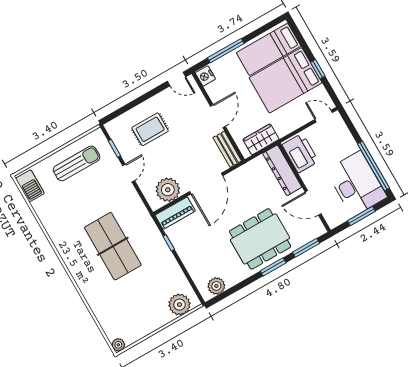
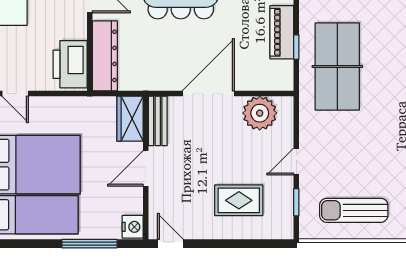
wardrobe: (261, 139) -> (130, 119), moved, turned 90
piano: (175, 213) -> (282, 32), moved, turned -90
table tennis table: (113, 246) -> (337, 67), moved

